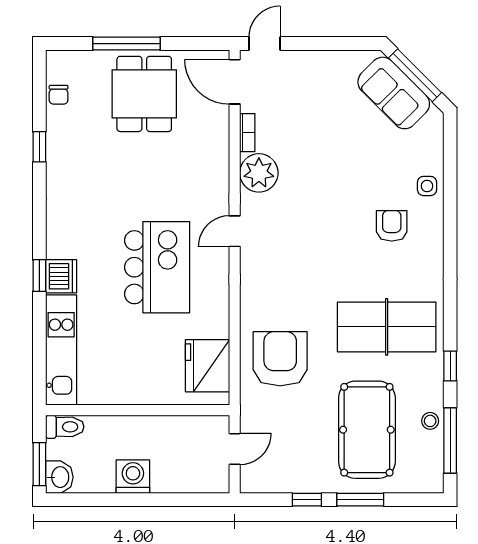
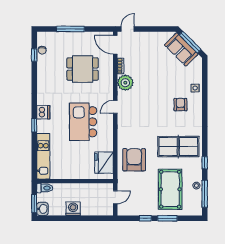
dining table: (144, 94) -> (83, 69), moved, turned 90
window: (39, 147) -> (34, 55), moved
kitchen island: (157, 267) -> (83, 122), turned 180
dishwasher: (61, 276) -> (43, 112), moved

